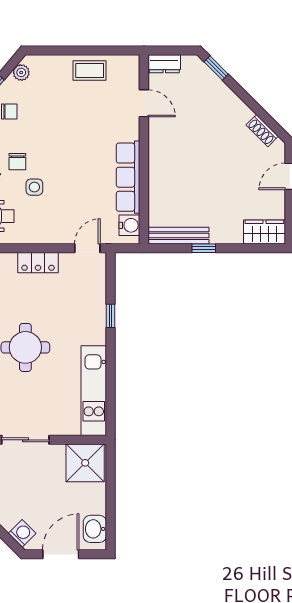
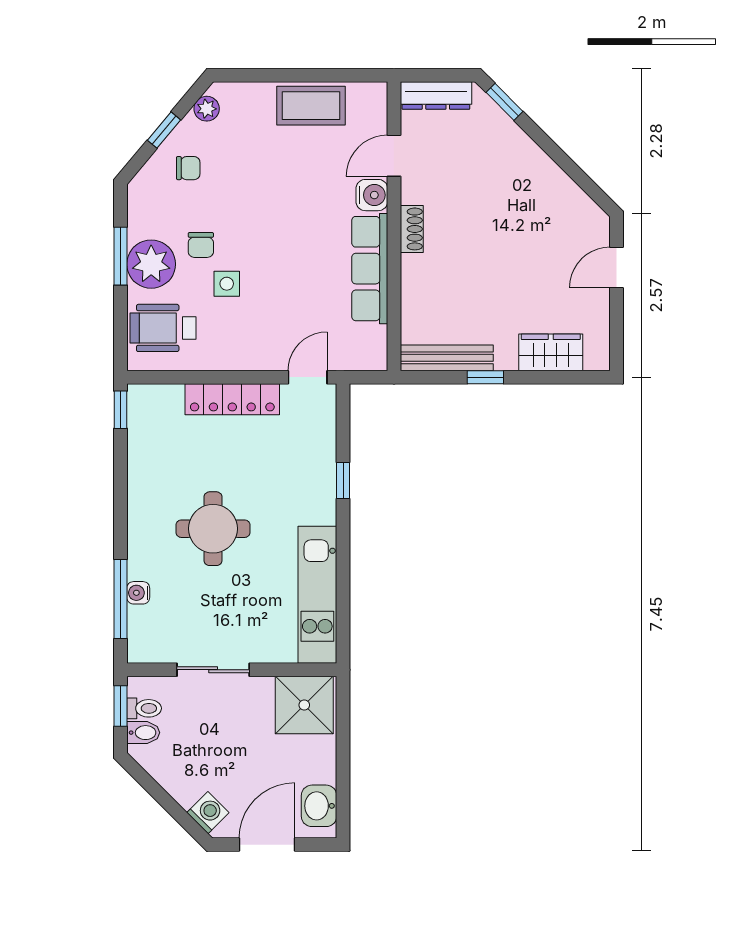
dresser: (164, 64) -> (436, 95), width x1.44
coffee table: (90, 71) -> (311, 106), width x1.36, depth x1.30
door: (144, 103) -> (394, 156), swing flipped
shoe rack: (262, 131) -> (412, 229), moved, turned -135
water cooler: (129, 225) -> (372, 195), moved
wardrobe: (264, 232) -> (551, 352), moved
locker: (38, 263) -> (232, 399), width x1.53

